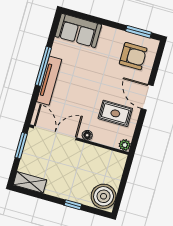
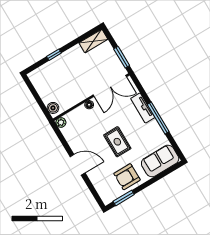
armchair: (133, 56) -> (127, 177), moved
tv unit: (49, 81) -> (143, 108), width x0.71
rug: (115, 113) -> (117, 142), moved, turned 90
boiler: (104, 196) -> (53, 108), moved, width x0.54, depth x0.54

